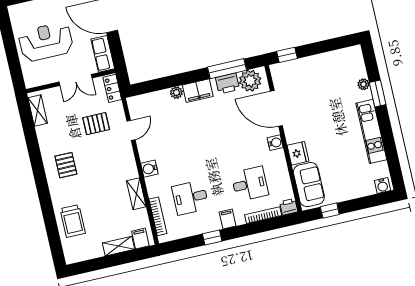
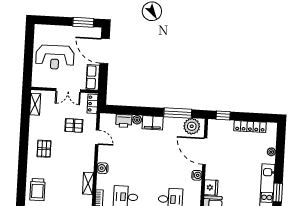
reception desk: (46, 42) -> (55, 57), turned 180
locker: (326, 59) -> (250, 127), added
printer: (227, 83) -> (124, 121), moved
window: (378, 94) -> (278, 193), moved
door: (131, 130) -> (97, 137), hinge flipped

